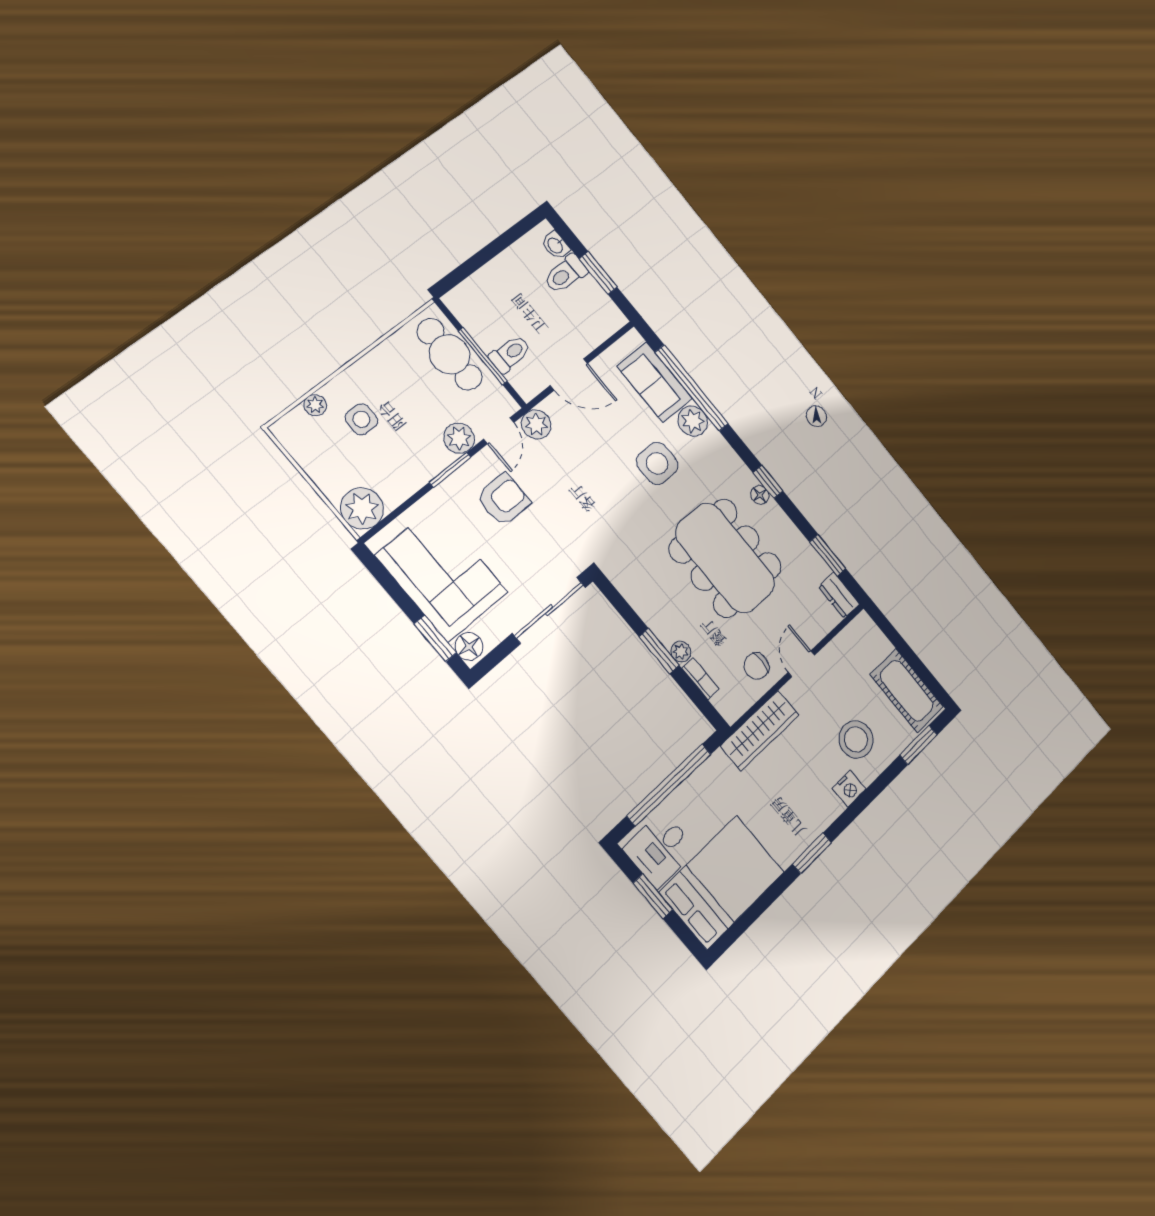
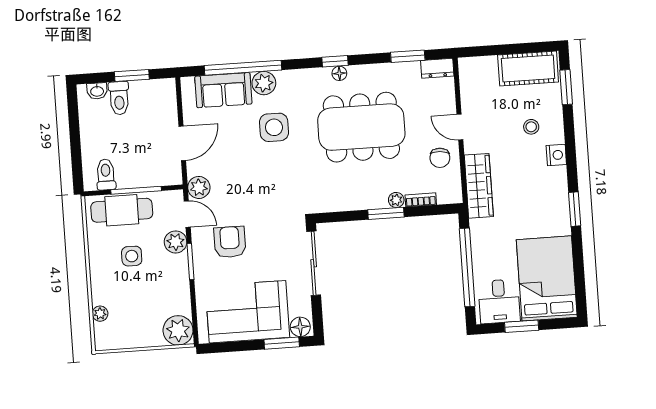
toilet: (510, 354) -> (106, 174), moved
side table: (361, 419) -> (132, 256), moved
stool: (856, 739) -> (531, 127), width x0.53, depth x0.53

